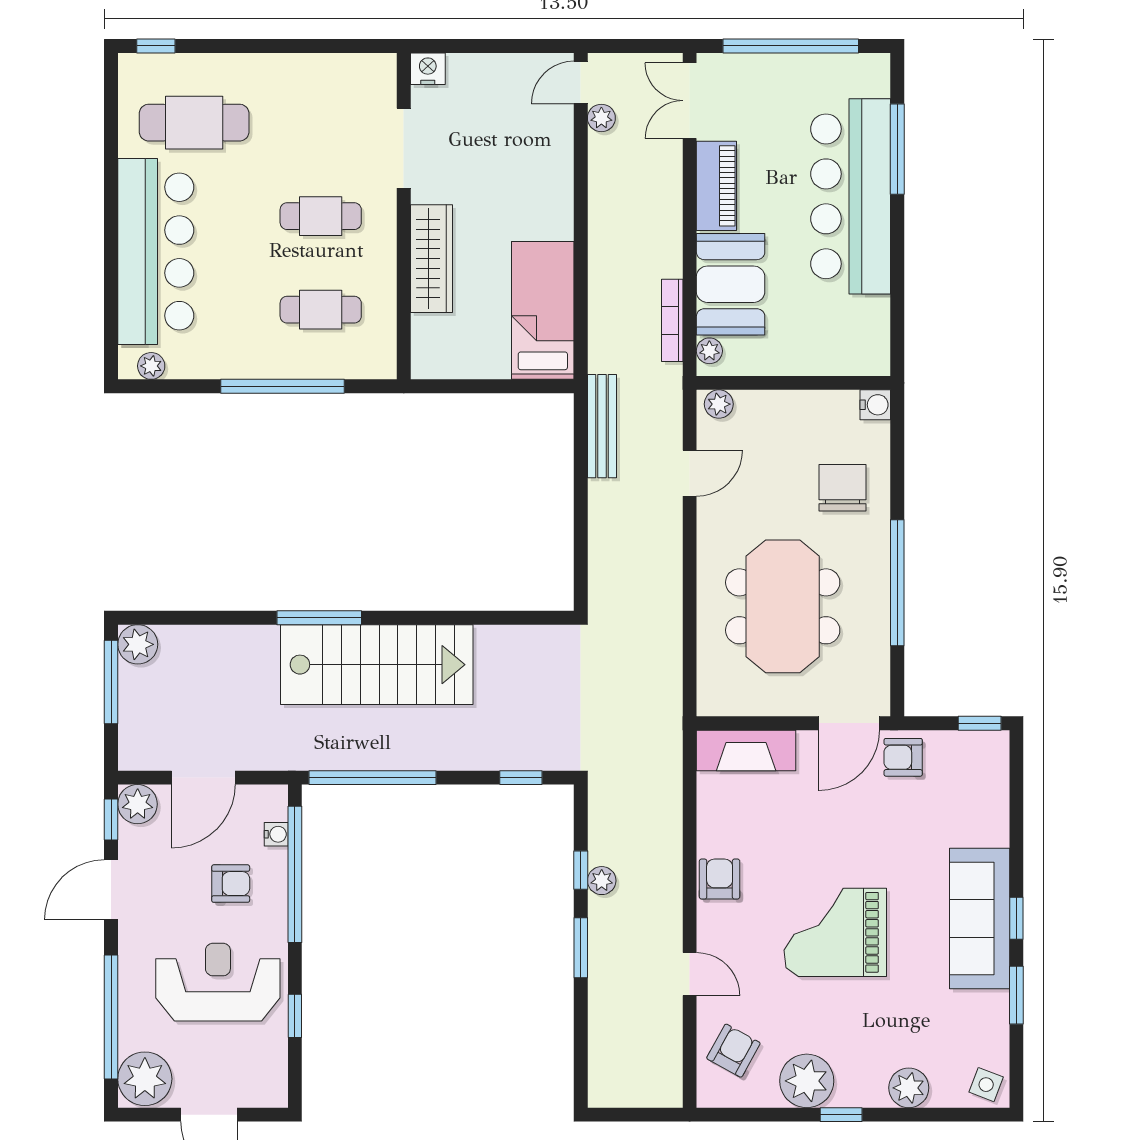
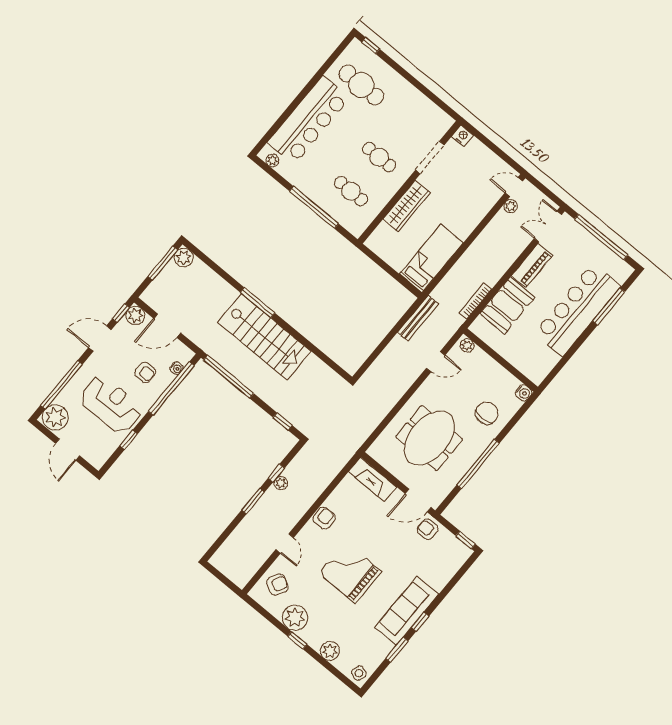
plant: (709, 351) -> (480, 323), removed

